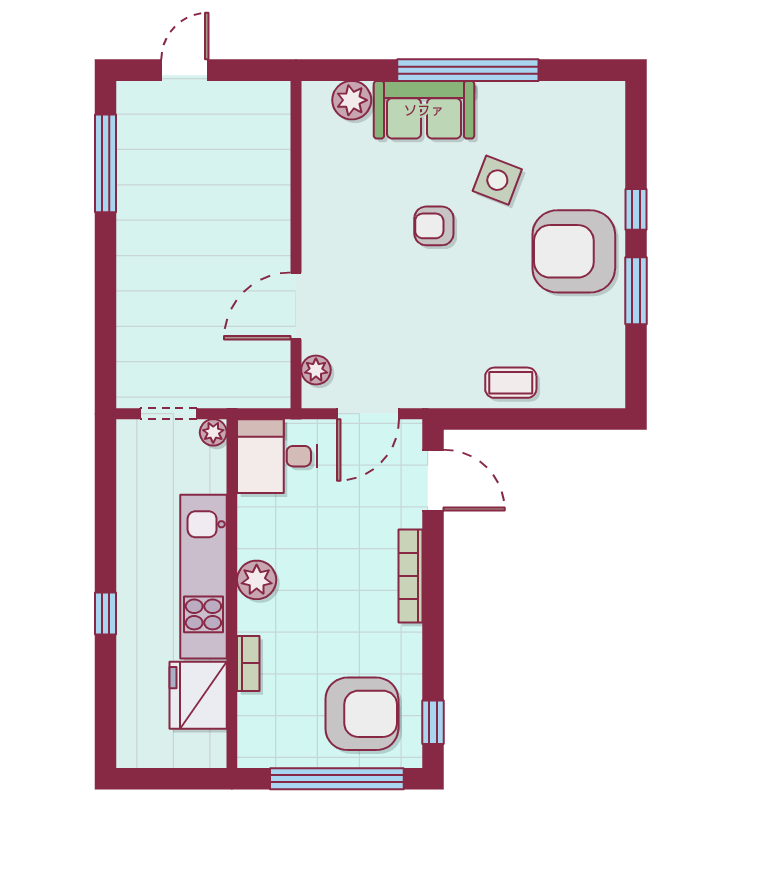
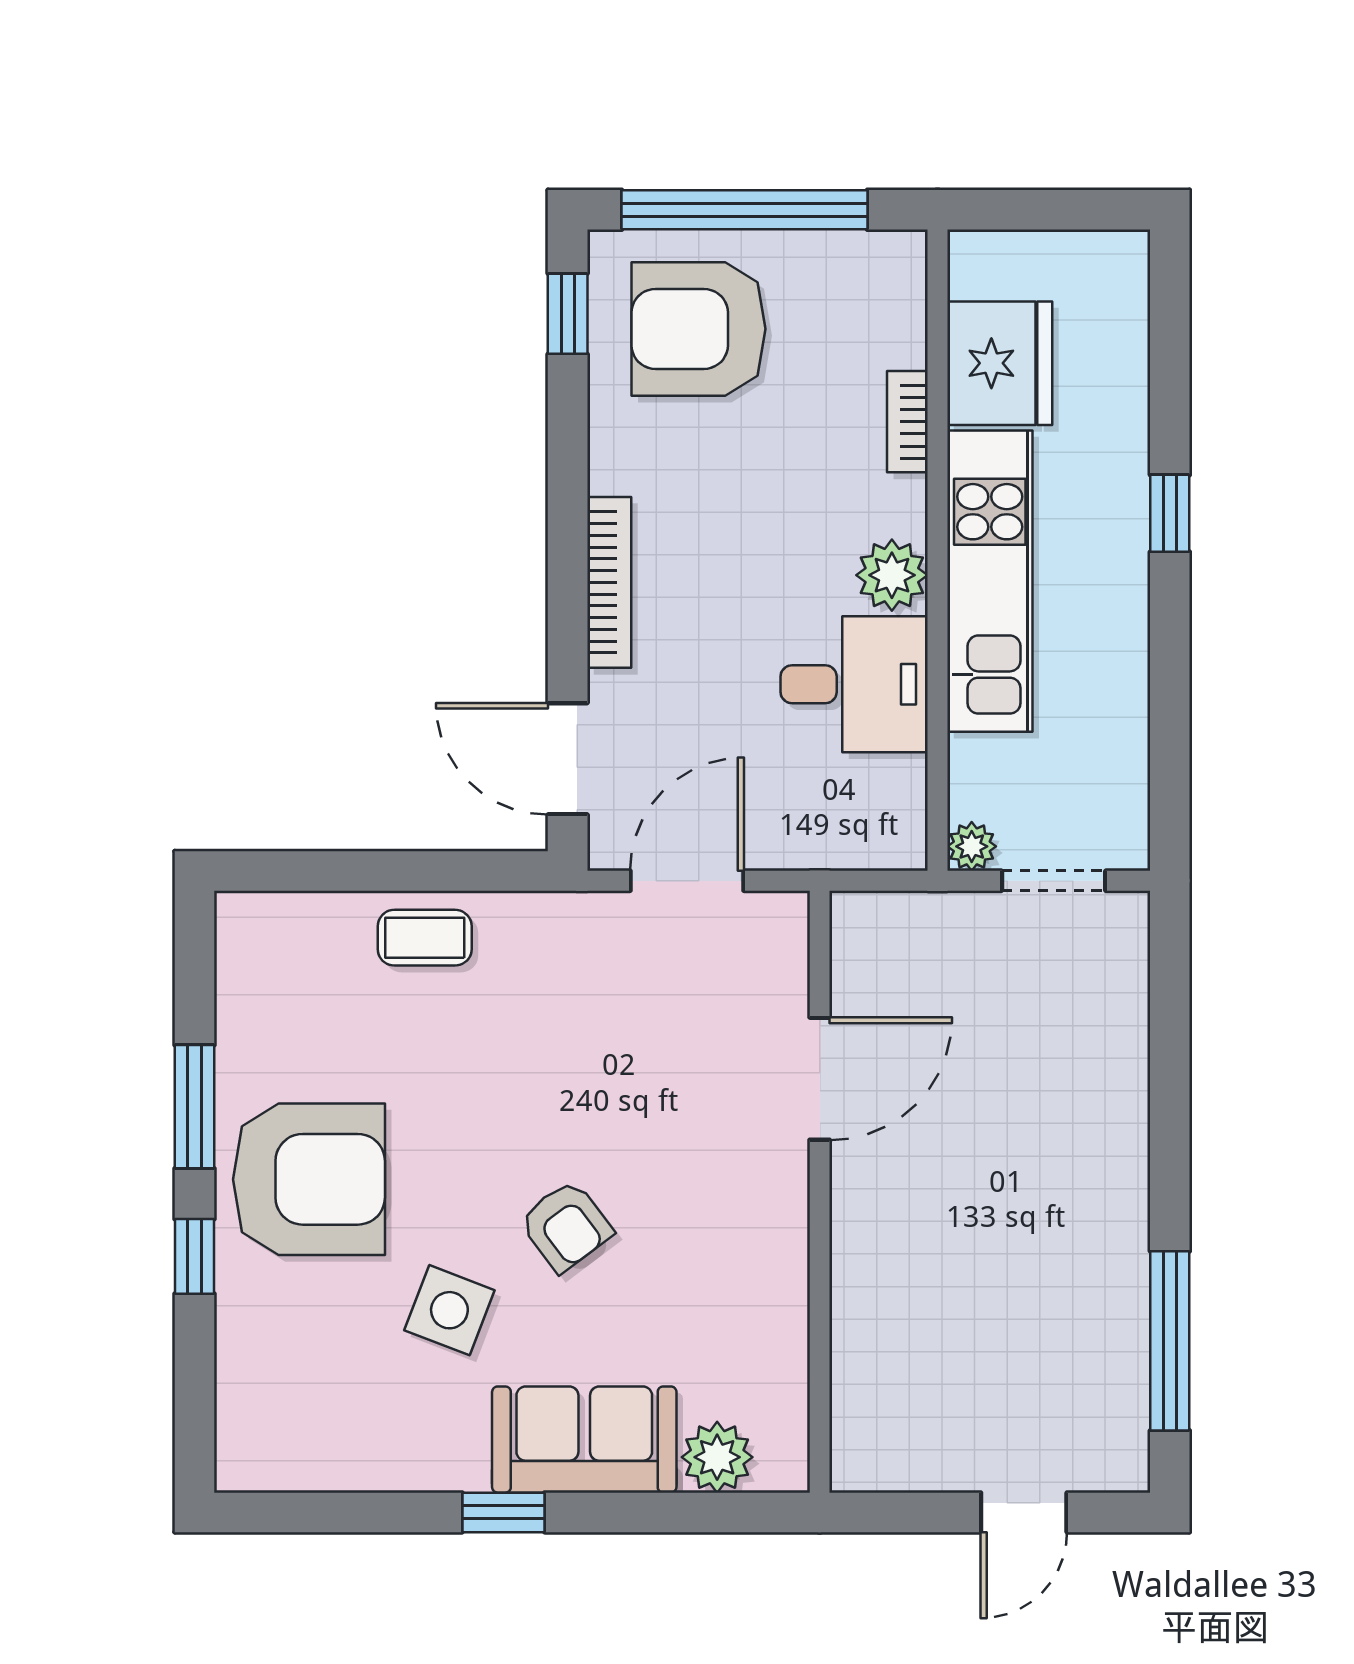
window: (468, 70) -> (503, 1512), width x0.32
armchair: (434, 226) -> (566, 1226), turned 53
plant: (316, 370) -> (783, 961), removed
desk: (277, 456) -> (854, 684), moved

